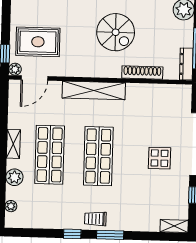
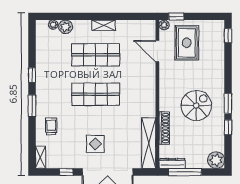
spiral stairs: (116, 32) -> (196, 105), turned 180
door: (34, 78) -> (157, 51), moved
shelving: (94, 90) -> (149, 143), moved
plant: (14, 177) -> (66, 27), moved
trolley: (95, 219) -> (51, 126), moved

